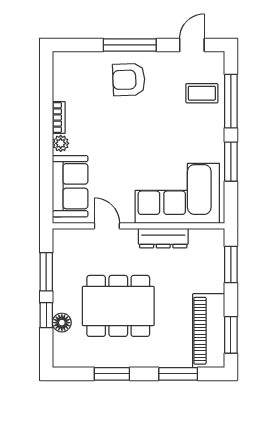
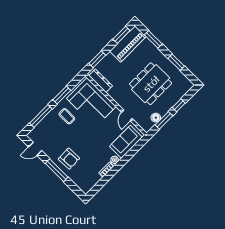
coffee table: (202, 93) -> (67, 116), moved
dresser: (163, 238) -> (101, 81), moved
dining table: (118, 306) -> (151, 84), turned 90
floor lamp: (62, 323) -> (156, 118), moved

